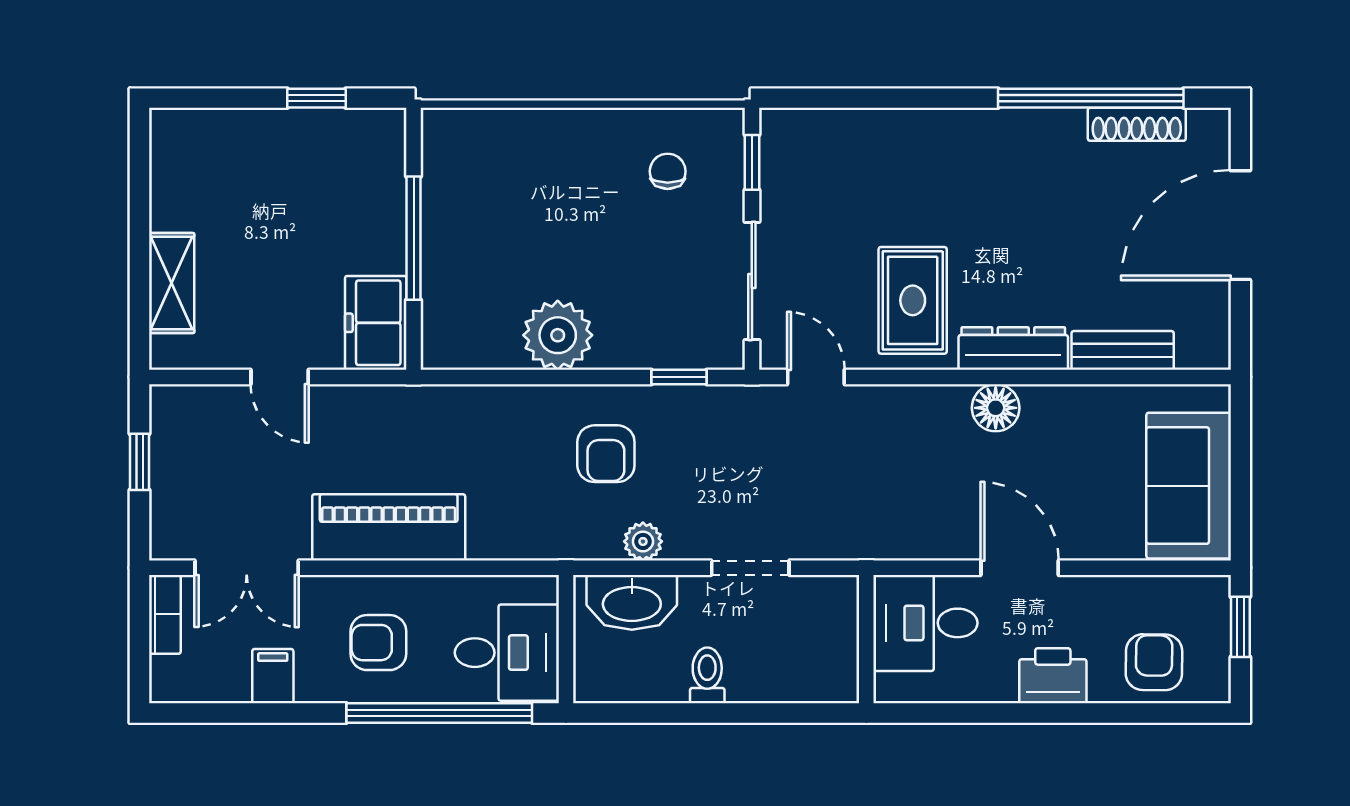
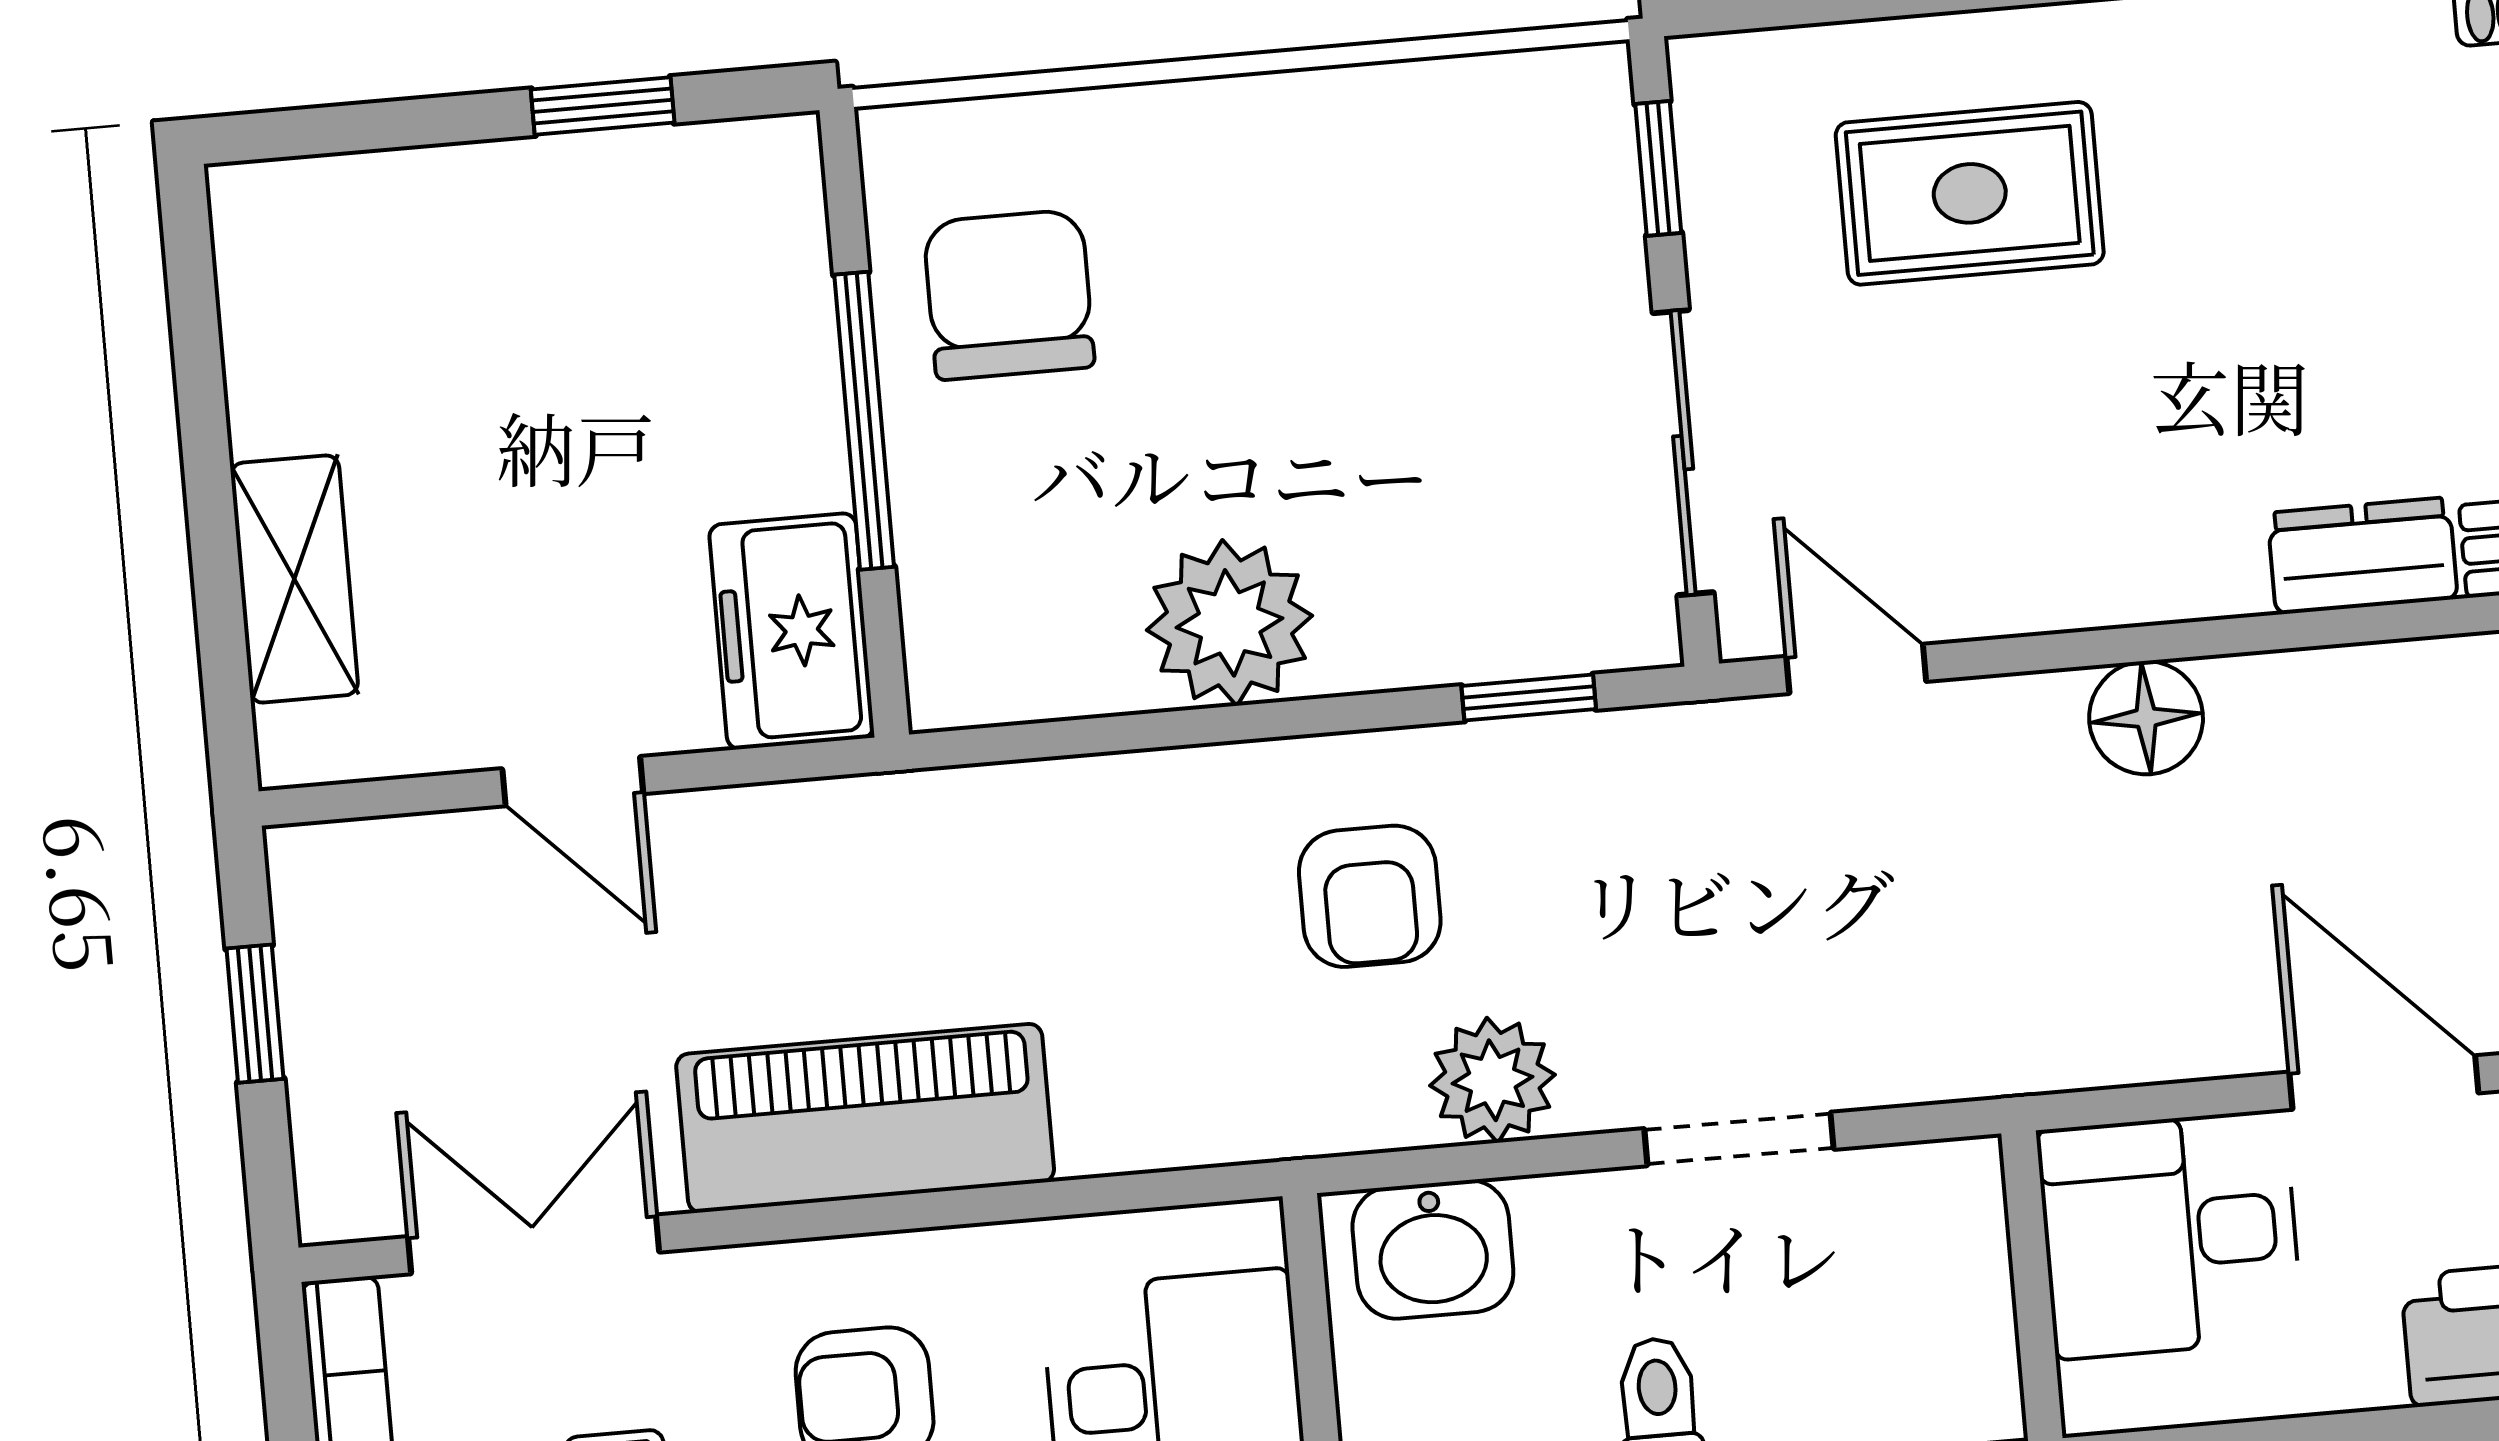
chair: (668, 171) -> (1009, 295), moved, width x1.87, depth x1.87
rug: (913, 300) -> (1970, 193), moved, turned 90
dresser: (1013, 349) -> (2363, 556), width x0.70
floor lamp: (996, 408) -> (2146, 718), moved
plant: (643, 541) -> (1492, 1080), width x1.38, depth x1.38
double door: (247, 568) -> (534, 1244), swing flipped
washbasin: (632, 602) -> (1433, 1249), width x0.72

